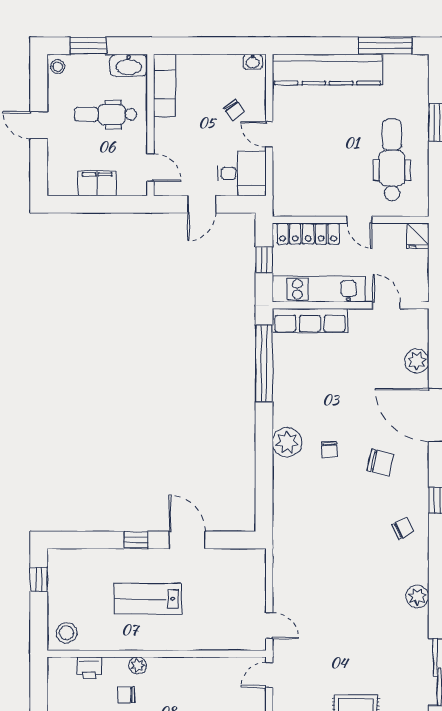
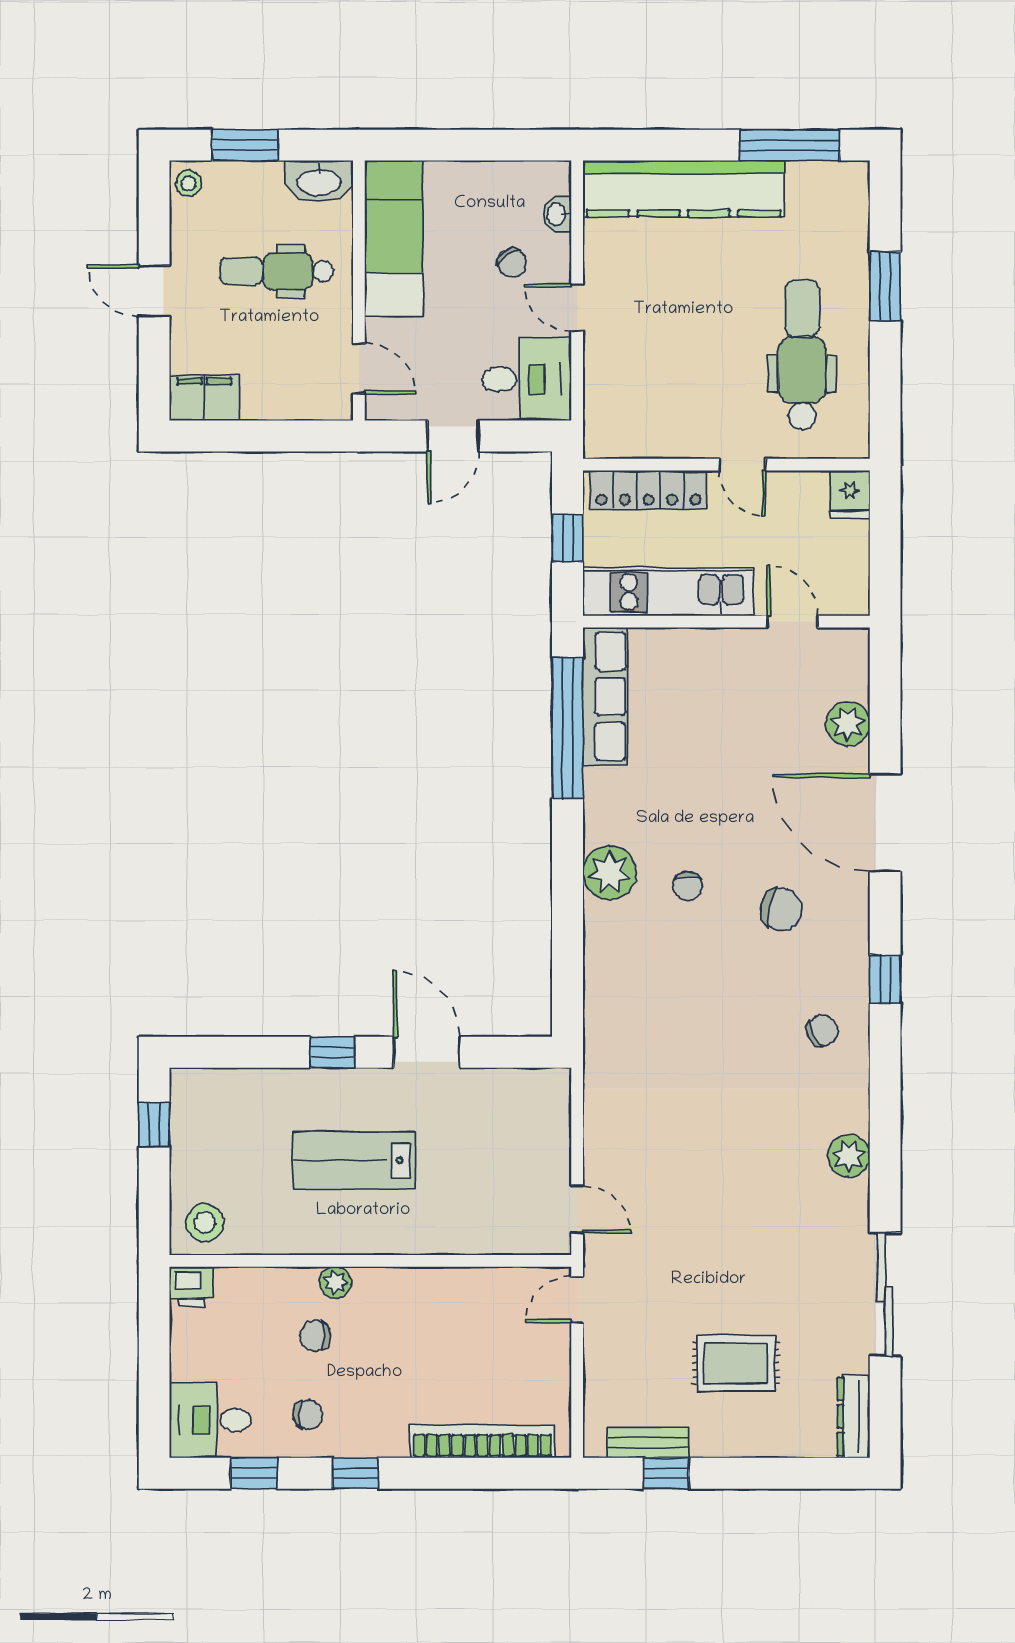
washbasin: (253, 62) -> (557, 214), moved, turned 90
exam couch: (164, 85) -> (394, 239), width x1.36, depth x1.45
filing cabinet: (97, 183) -> (204, 397), moved
row of seats: (310, 321) -> (605, 696), moved, turned -90
printer: (89, 668) -> (192, 1287), moved

